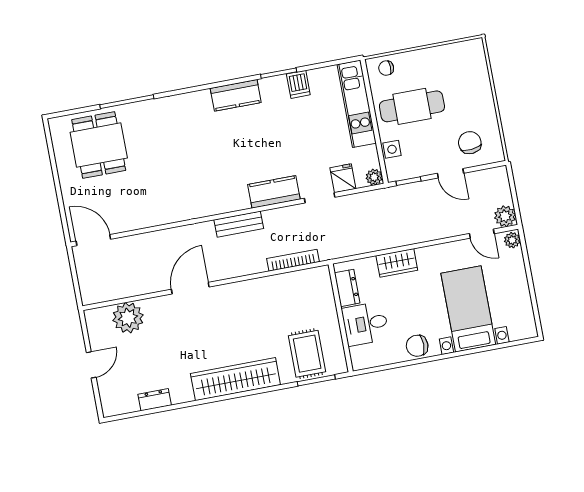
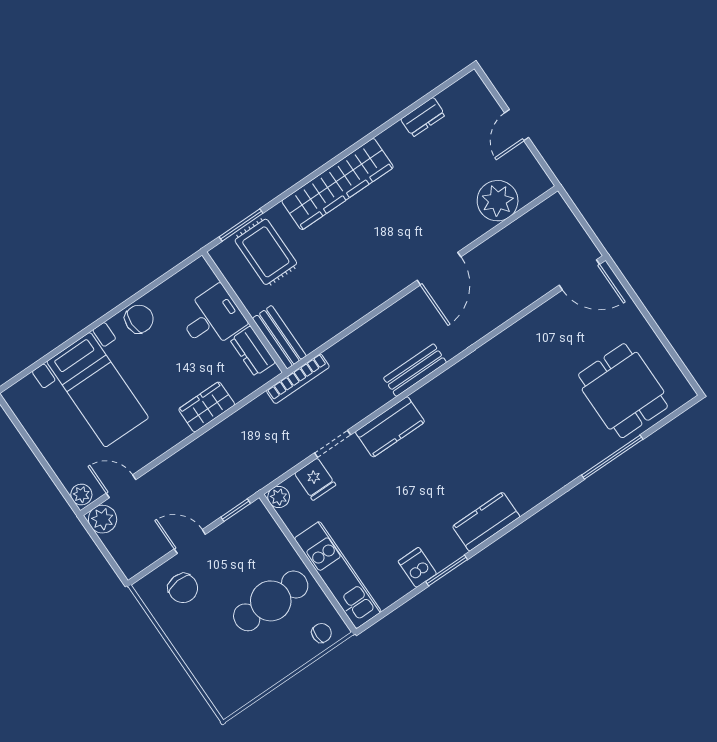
side table: (392, 149) -> (272, 539), removed
bookcase: (293, 260) -> (298, 379), moved
bench: (324, 289) -> (279, 337), added

